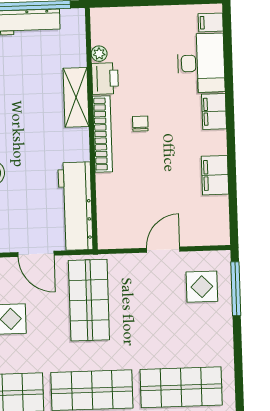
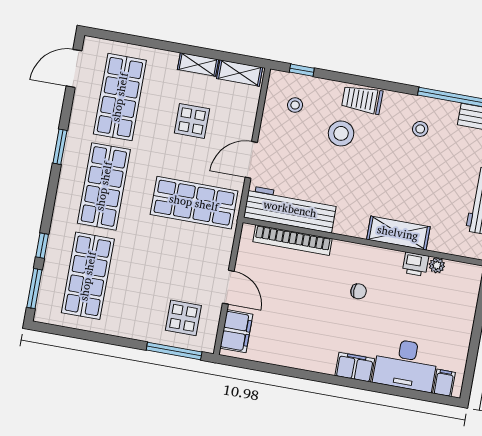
printer: (105, 79) -> (415, 264), width x0.73, depth x0.81
bookcase: (103, 134) -> (293, 240), moved
filing cabinet: (215, 175) -> (236, 331), moved, turned 90

